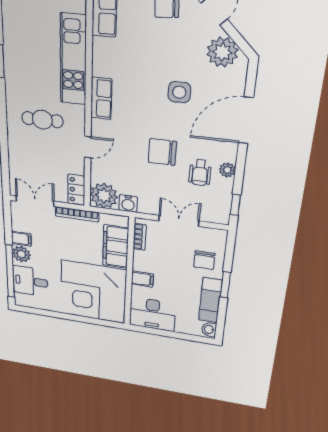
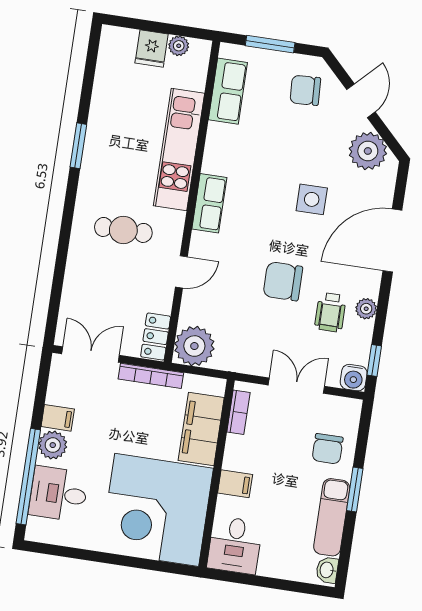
water cooler: (128, 204) -> (354, 378), moved
desk: (152, 314) -> (235, 545), width x0.73

